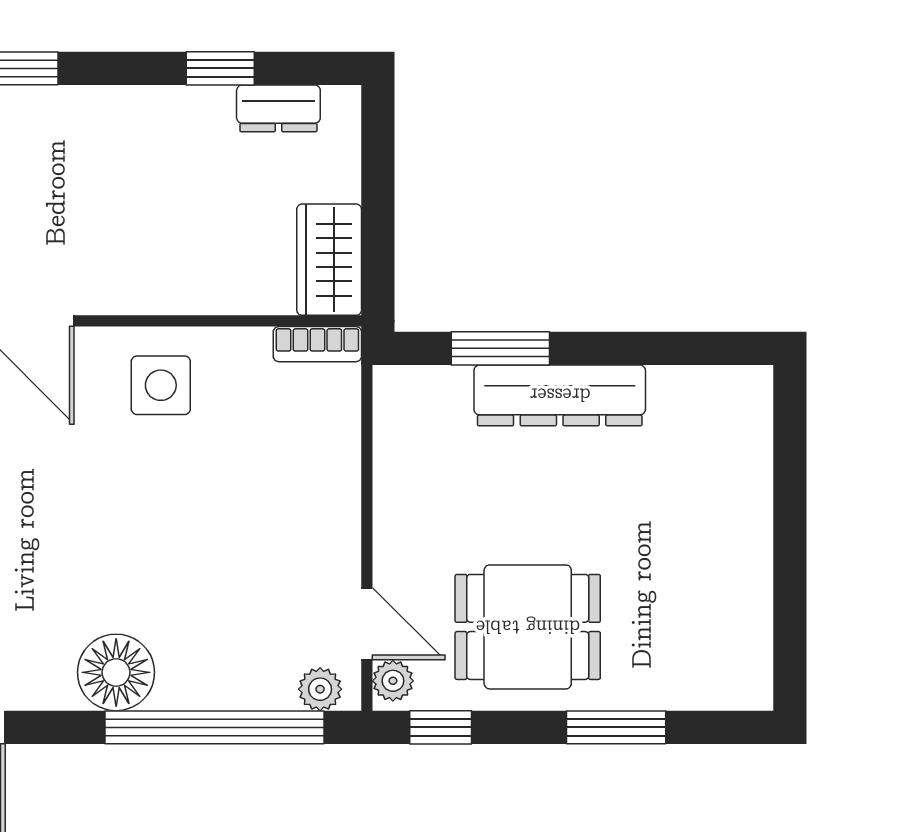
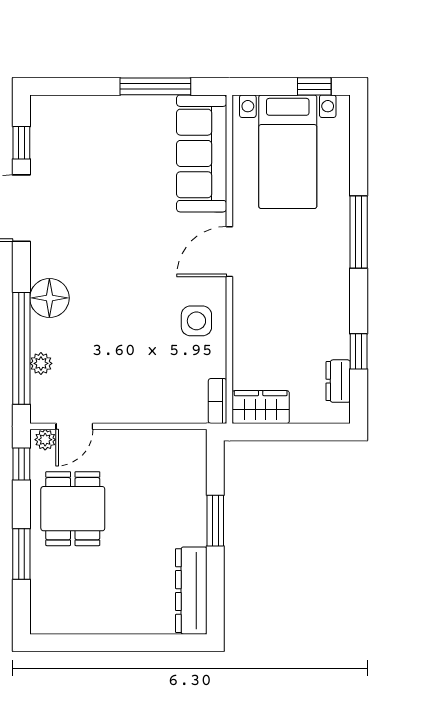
window: (500, 348) -> (215, 521), moved
dresser: (560, 395) -> (191, 591), moved
plant: (320, 689) -> (41, 363), moved

